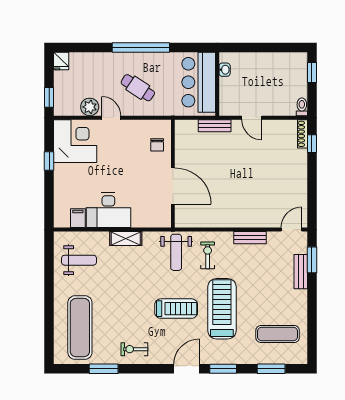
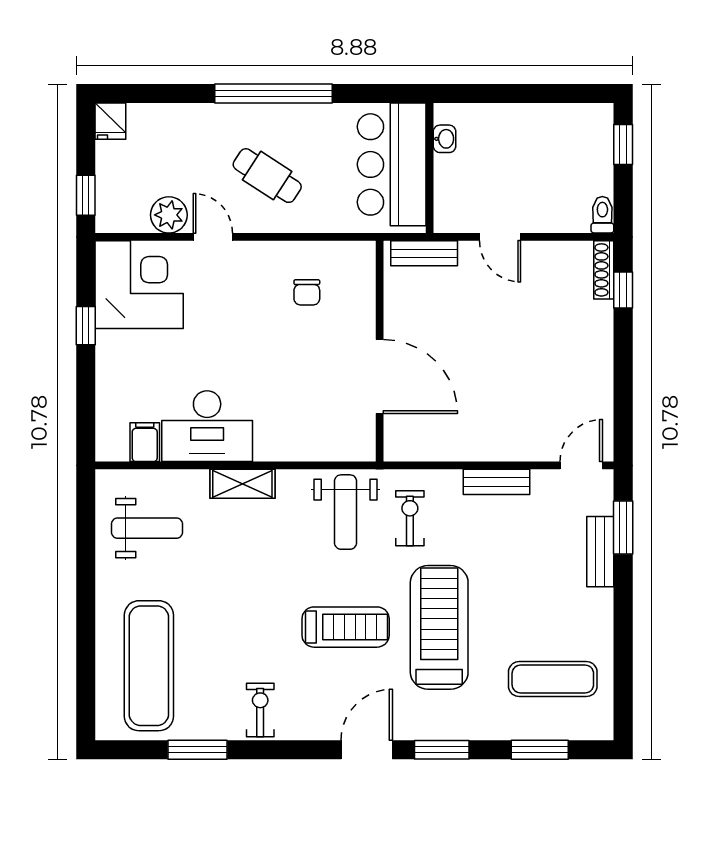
wall: (173, 174) -> (380, 351), moved
door: (173, 186) -> (380, 377), moved
exercise bike: (134, 349) -> (260, 710), turned 90

